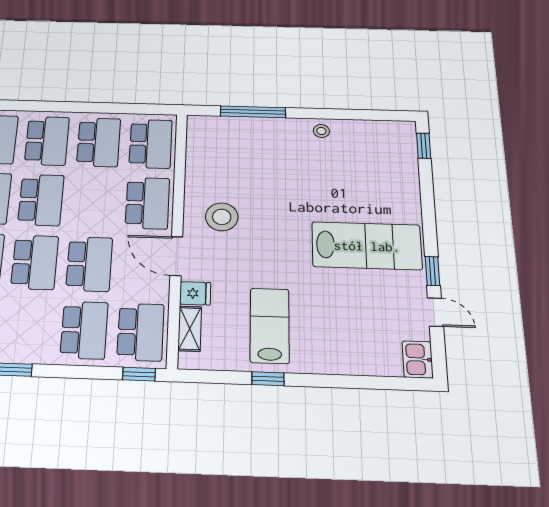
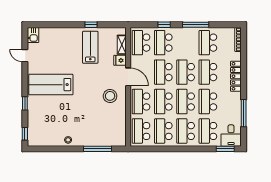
school desk: (94, 201) -> (163, 102), added
window: (432, 271) -> (25, 103), moved
lab bench: (270, 326) -> (90, 47), turned 180
window: (139, 374) -> (164, 25), moved

